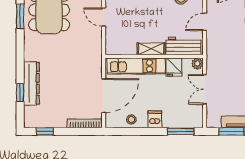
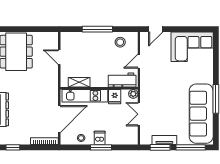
shelving: (151, 49) -> (79, 82), moved
window: (181, 131) -> (101, 147), moved

